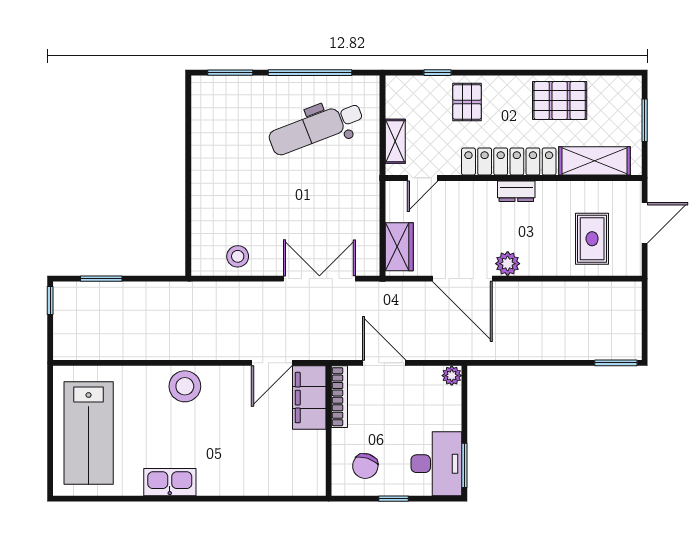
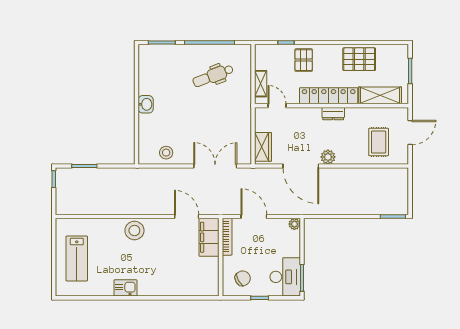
dental chair: (316, 128) -> (213, 76), width x0.73, depth x0.72
washbasin: (204, 176) -> (146, 104), added
door: (423, 178) -> (277, 106), swing flipped
door: (272, 363) -> (187, 216), swing flipped
lab bench: (89, 433) -> (77, 259), width x0.73, depth x0.72
chair: (365, 466) -> (243, 278), turned -137
kitchen sink: (170, 482) -> (125, 288), width x0.73

